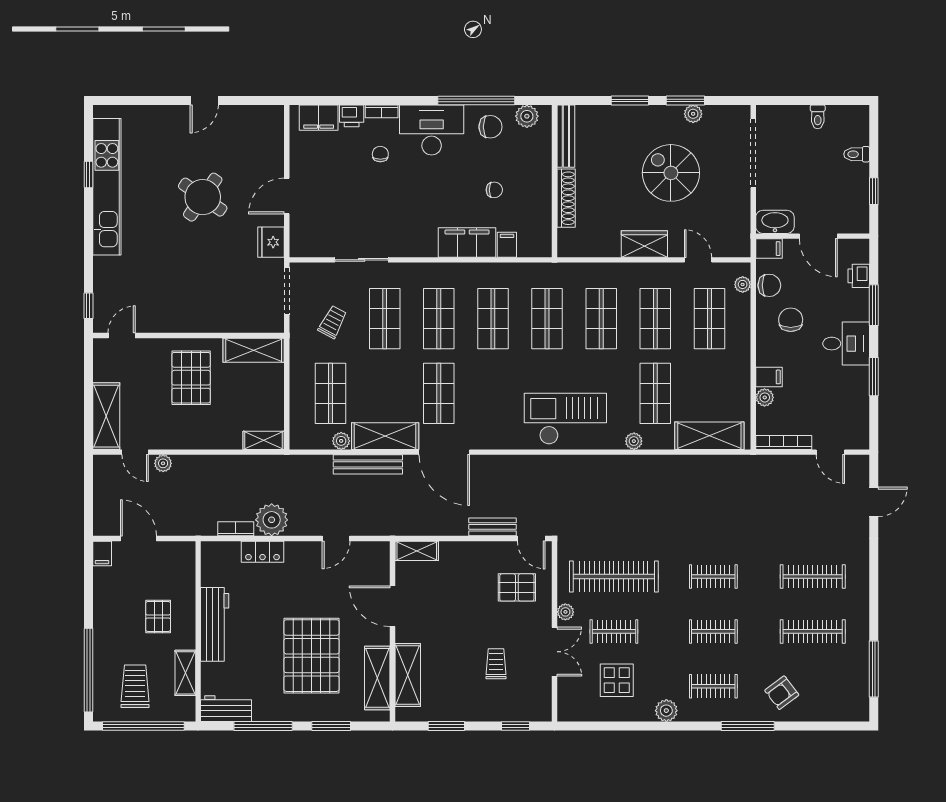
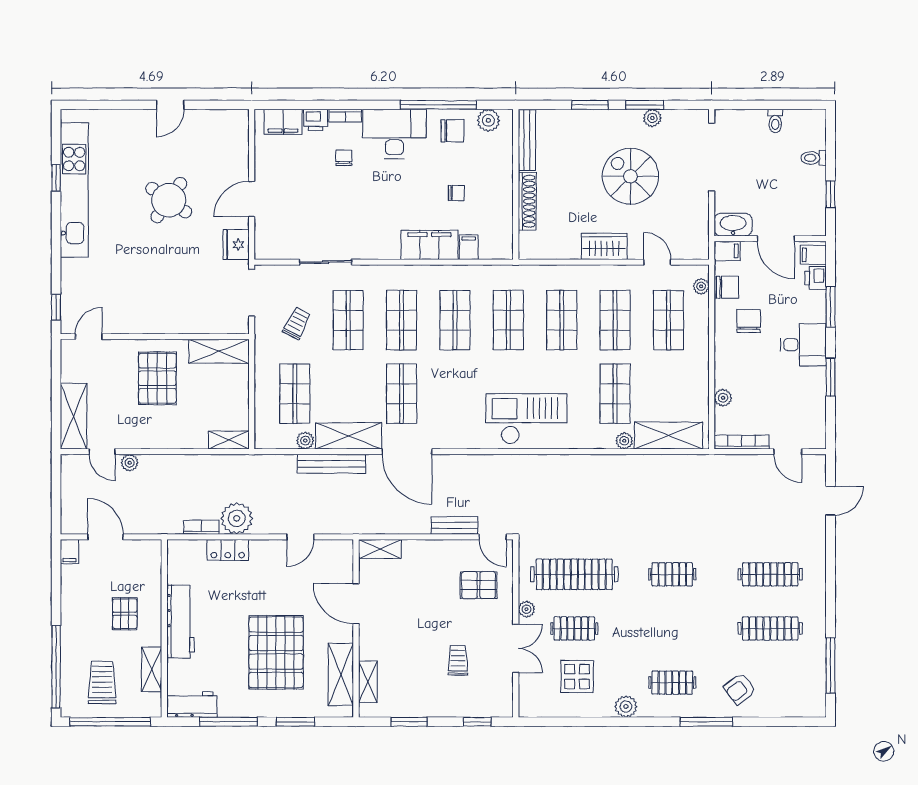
filing cabinet: (769, 377) -> (813, 255), moved, turned 180
plant: (634, 441) -> (624, 441), moved
clothes rail: (713, 631) -> (672, 628), removed
shelving: (408, 675) -> (368, 682), width x0.67, depth x0.75

